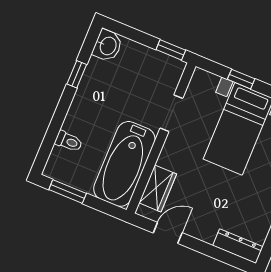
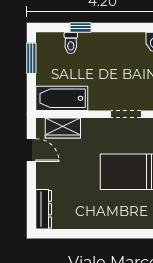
window: (77, 74) -> (81, 27), moved
bathtub: (124, 164) -> (62, 98), width x0.73, depth x0.73

